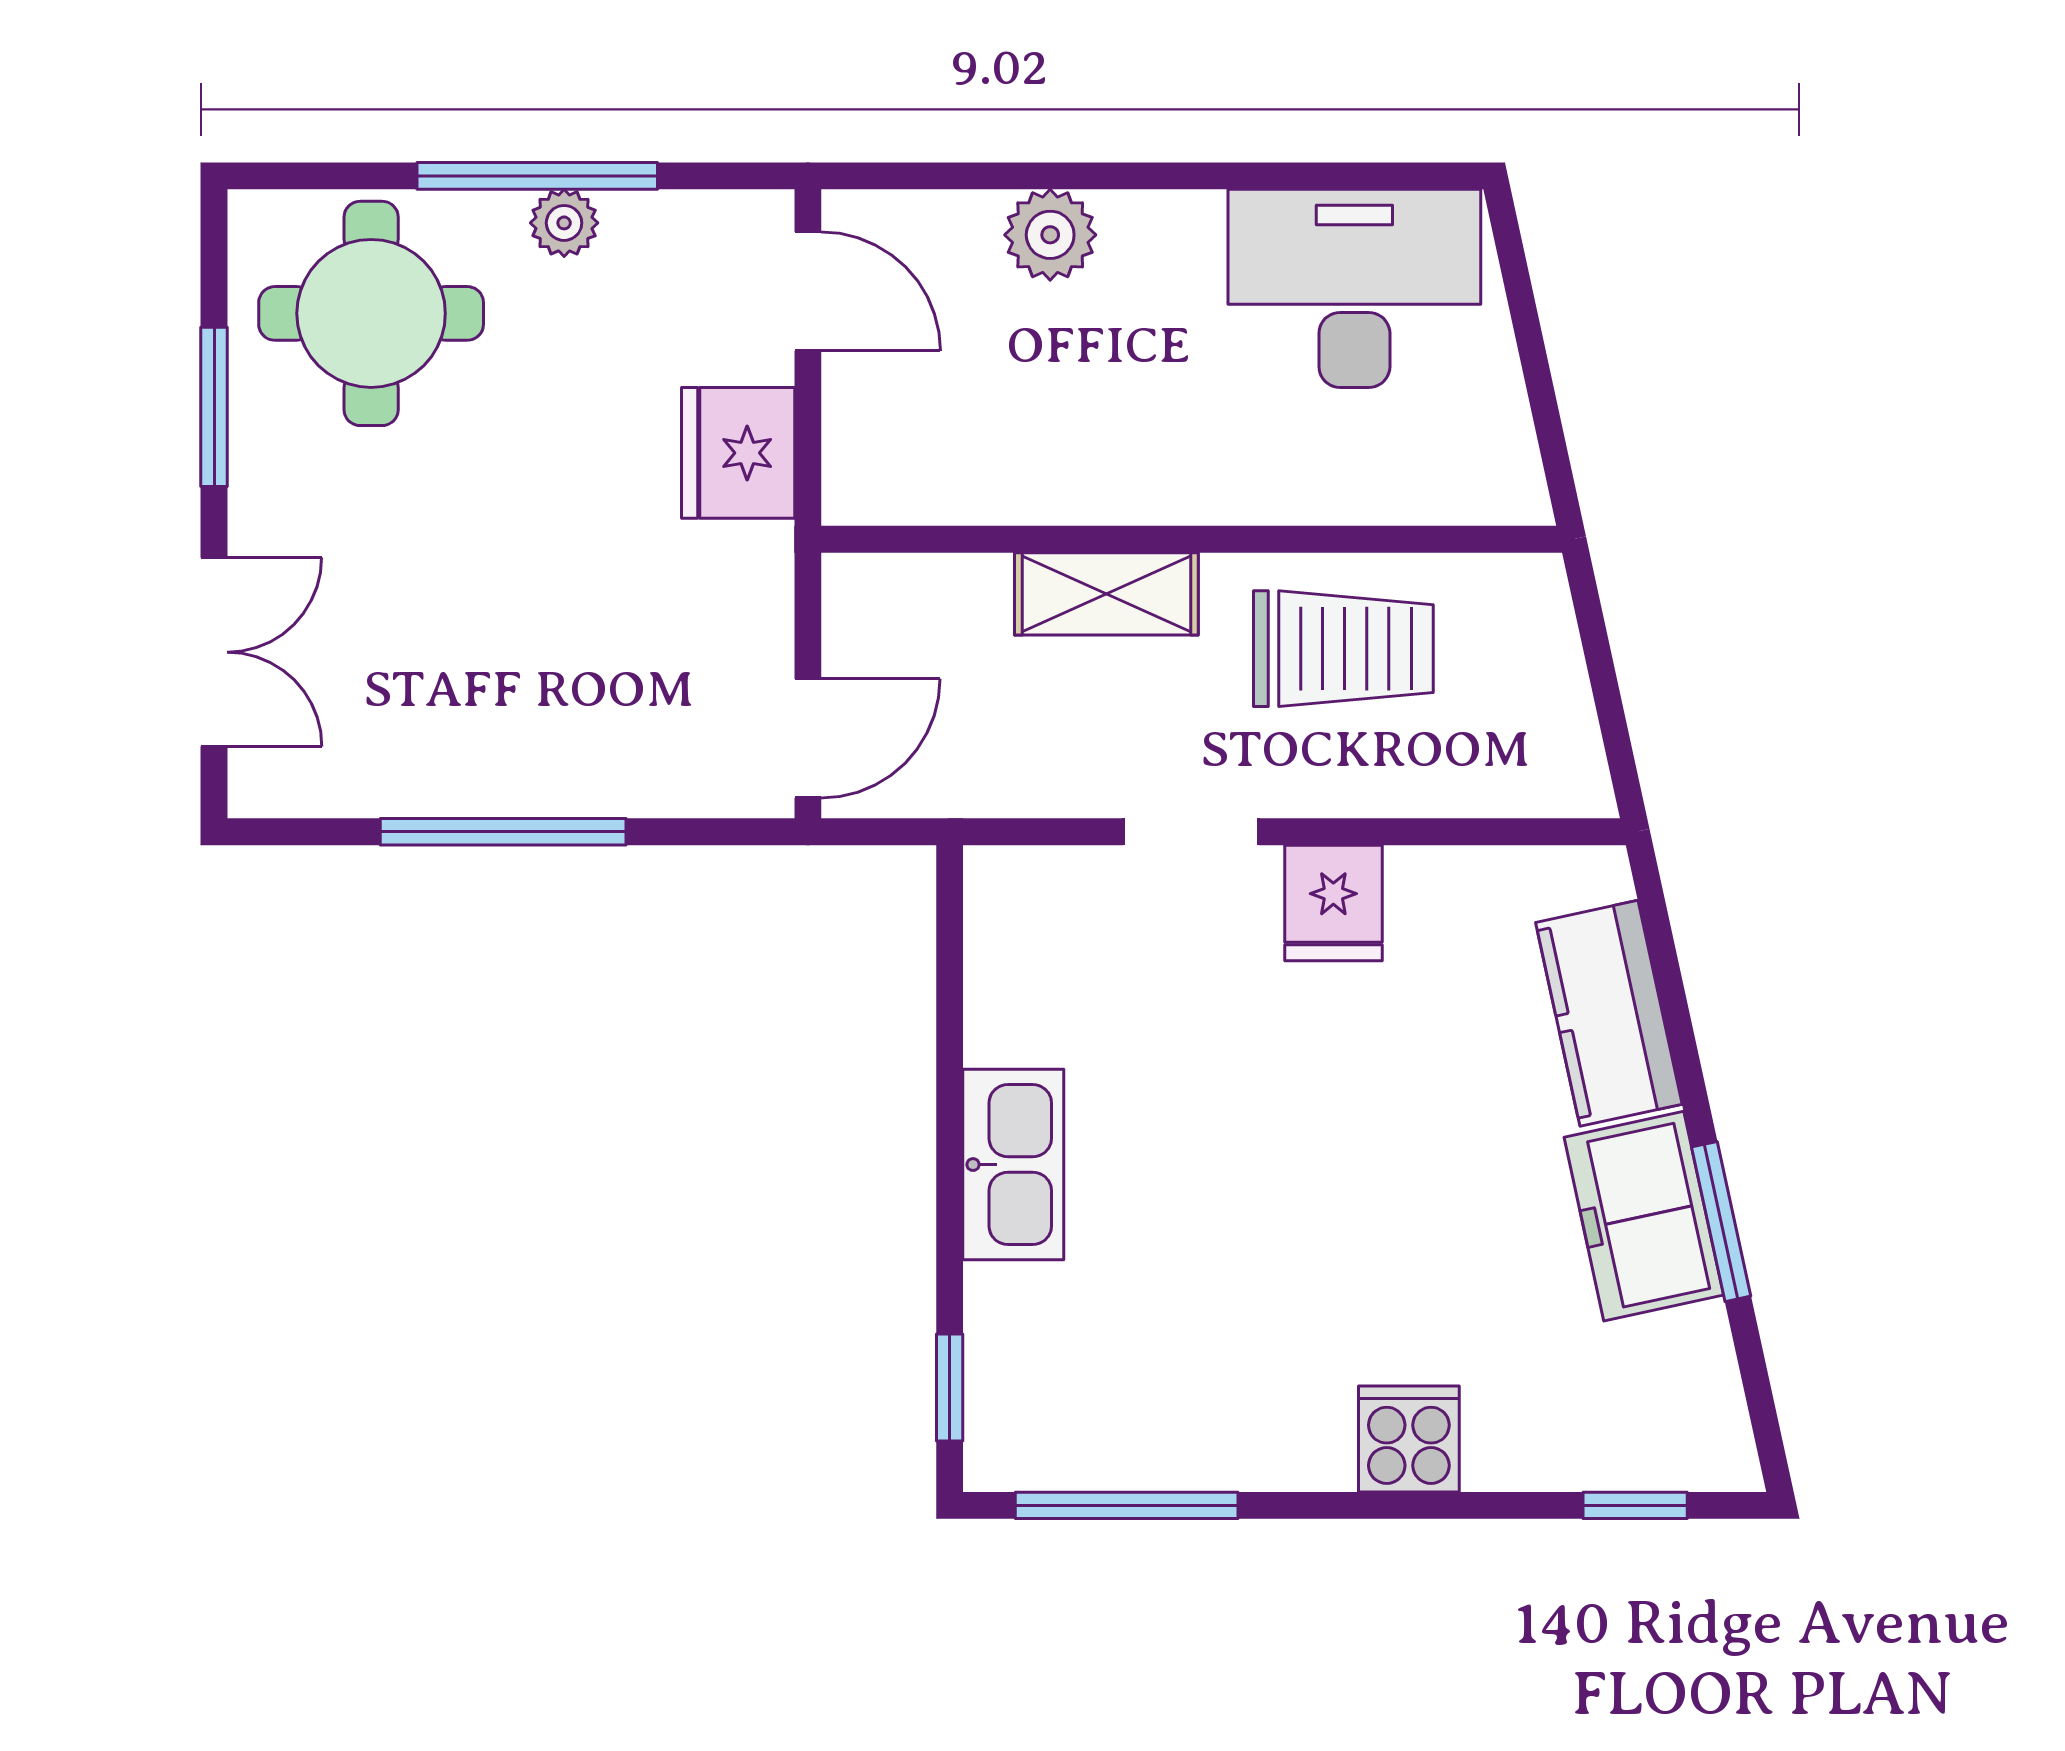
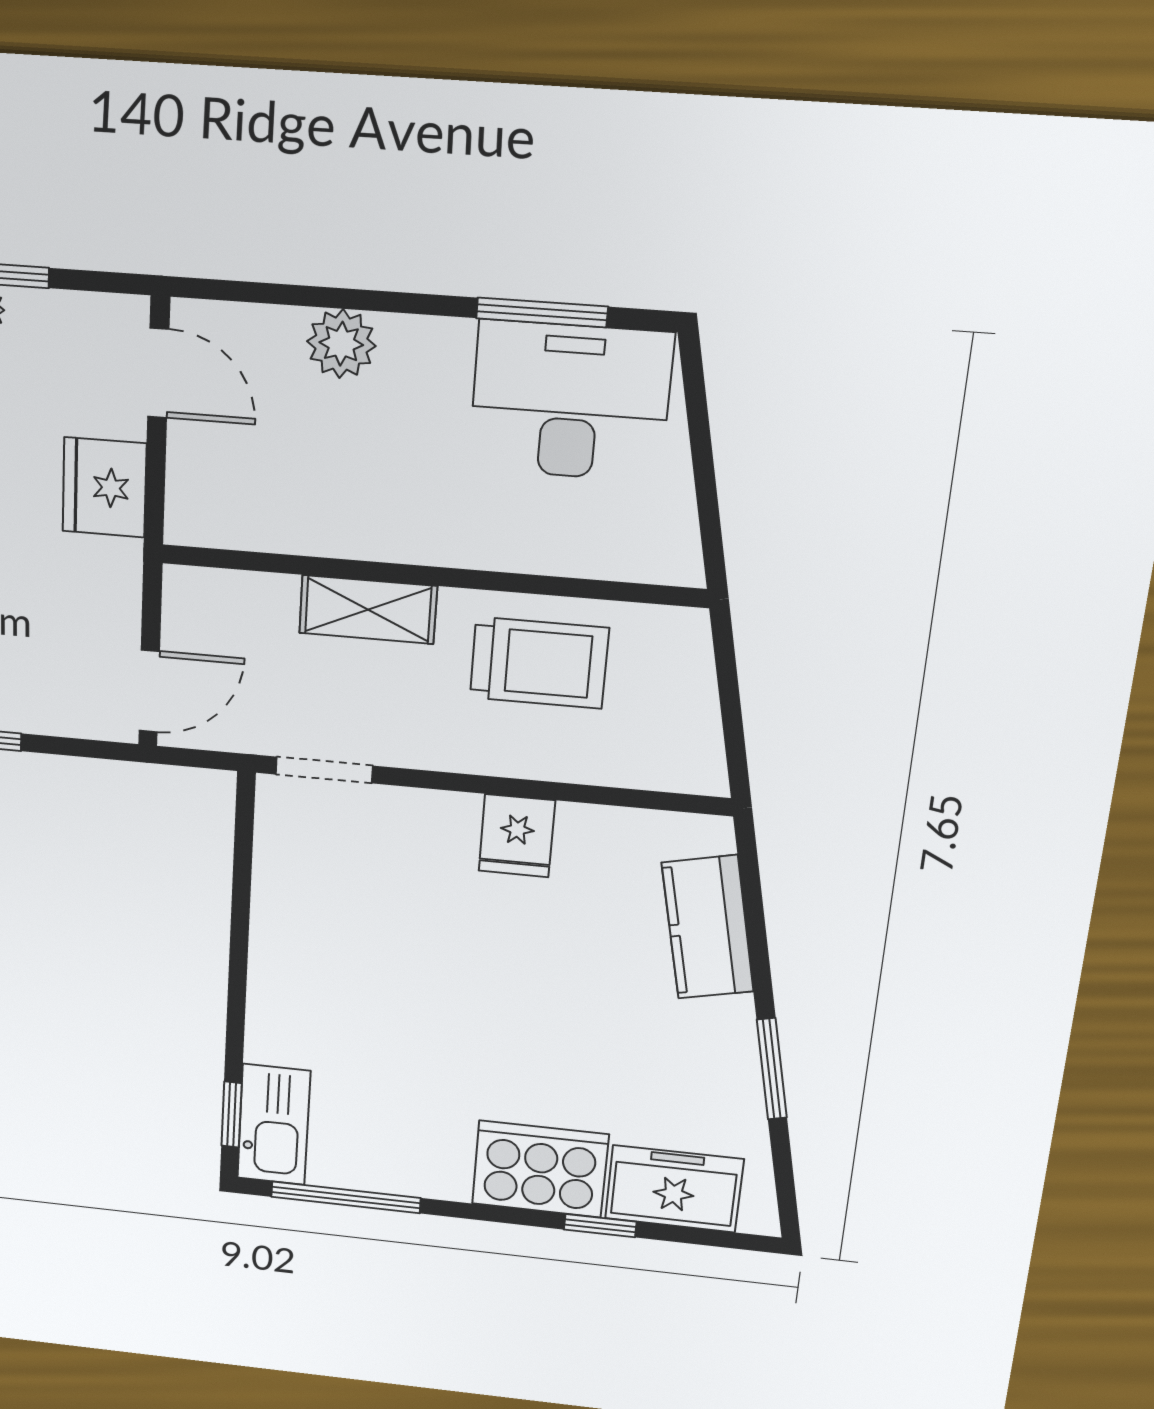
window: (1308, 176) -> (542, 312), added
doorway: (1191, 832) -> (324, 770), moved
kitchen sink: (1013, 1165) -> (274, 1125), moved
freezer: (1644, 1216) -> (674, 1189), moved, turned 102
cooker: (1409, 1439) -> (540, 1169), width x1.87, depth x1.31
window: (1635, 1505) -> (600, 1226), moved

